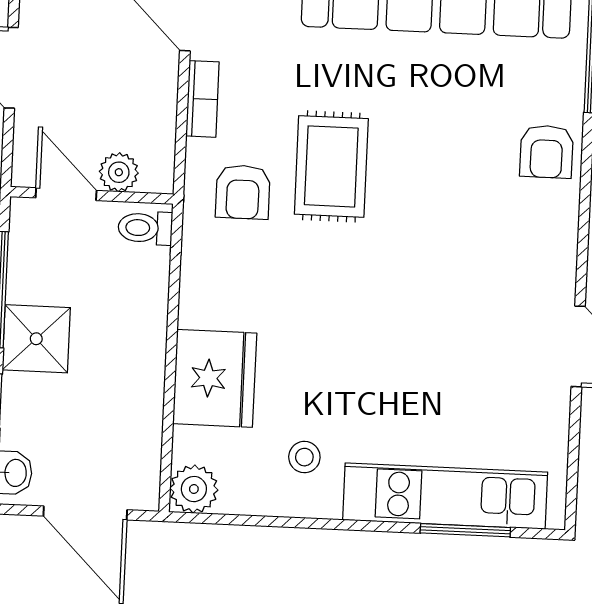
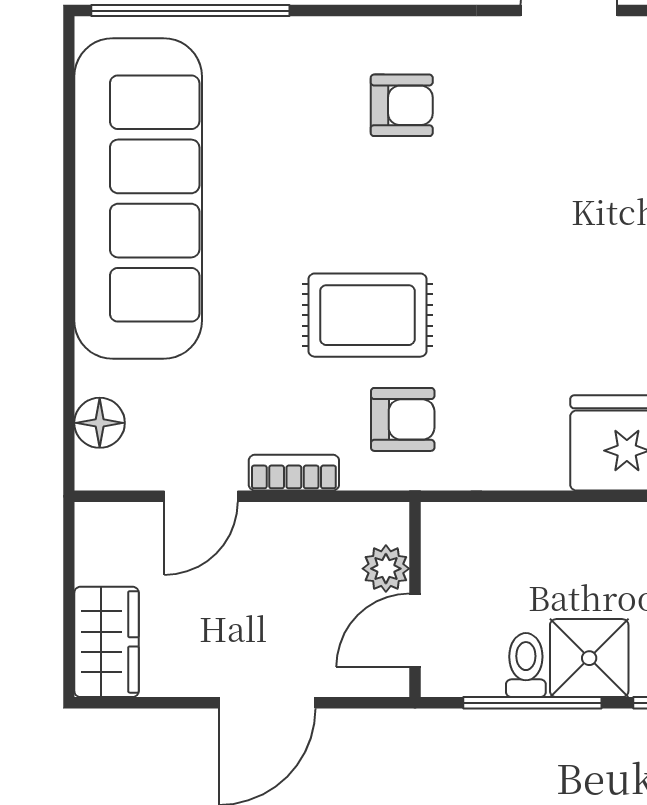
armchair: (546, 152) -> (402, 105), moved
toilet: (145, 228) -> (526, 665), moved, turned 180

